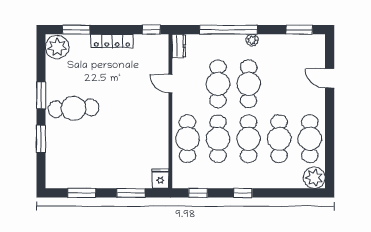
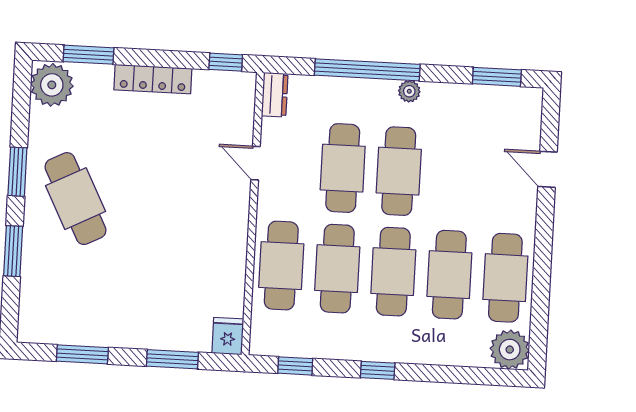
cafe table: (73, 108) -> (76, 199), turned 66

